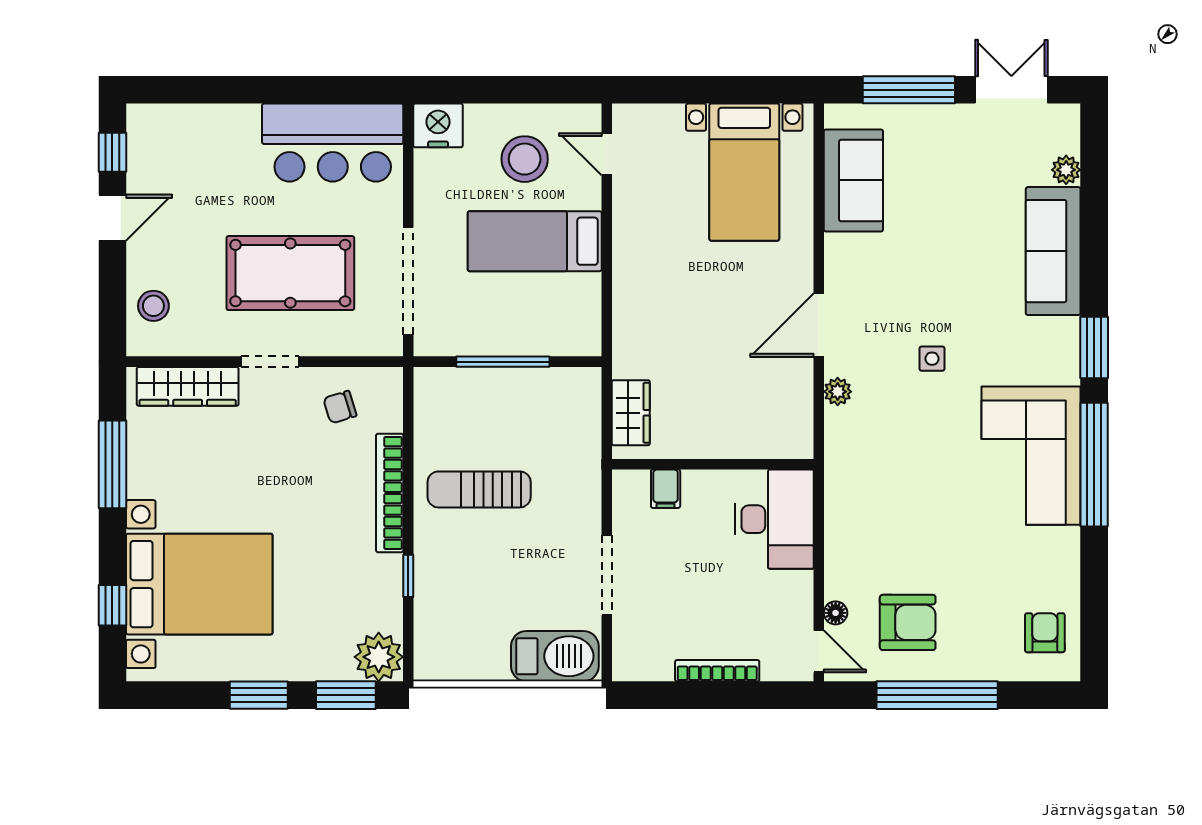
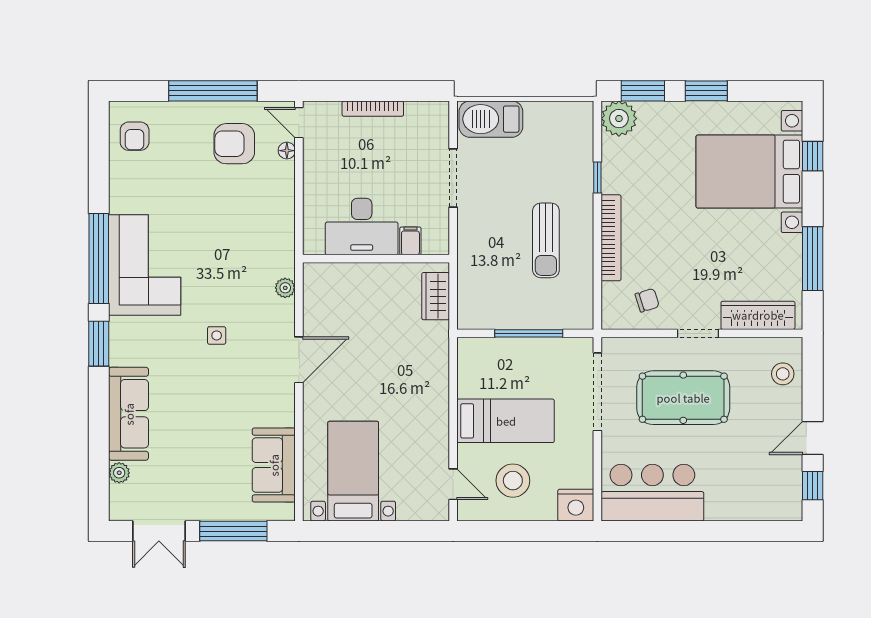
plant: (838, 392) -> (285, 288), moved
sun lounger: (479, 489) -> (546, 240), turned 90
desk: (774, 519) -> (362, 227), moved, turned -90

